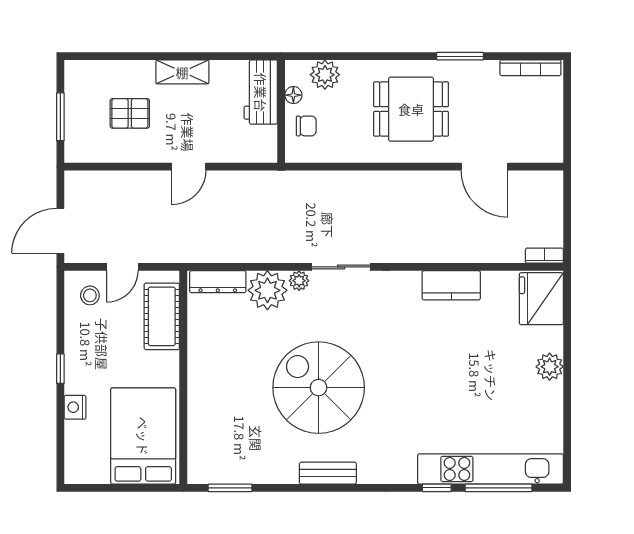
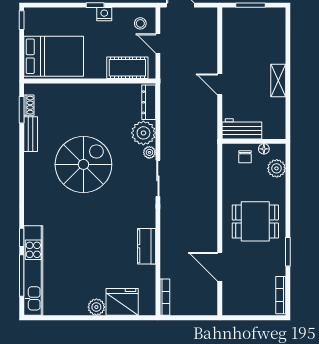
workbench: (261, 92) -> (242, 129), moved
dining table: (411, 109) -> (255, 221), turned 90
pallet: (130, 113) -> (253, 48), removed
door: (484, 167) -> (220, 267), hinge flipped
bookcase: (544, 256) -> (165, 297), width x1.56
fridge: (541, 299) -> (122, 302), moved
nightstand: (75, 407) -> (104, 14), moved
bench: (328, 473) -> (31, 134), moved
shoe rack: (222, 476) -> (29, 105), added
window: (85, 488) -> (22, 20), added

